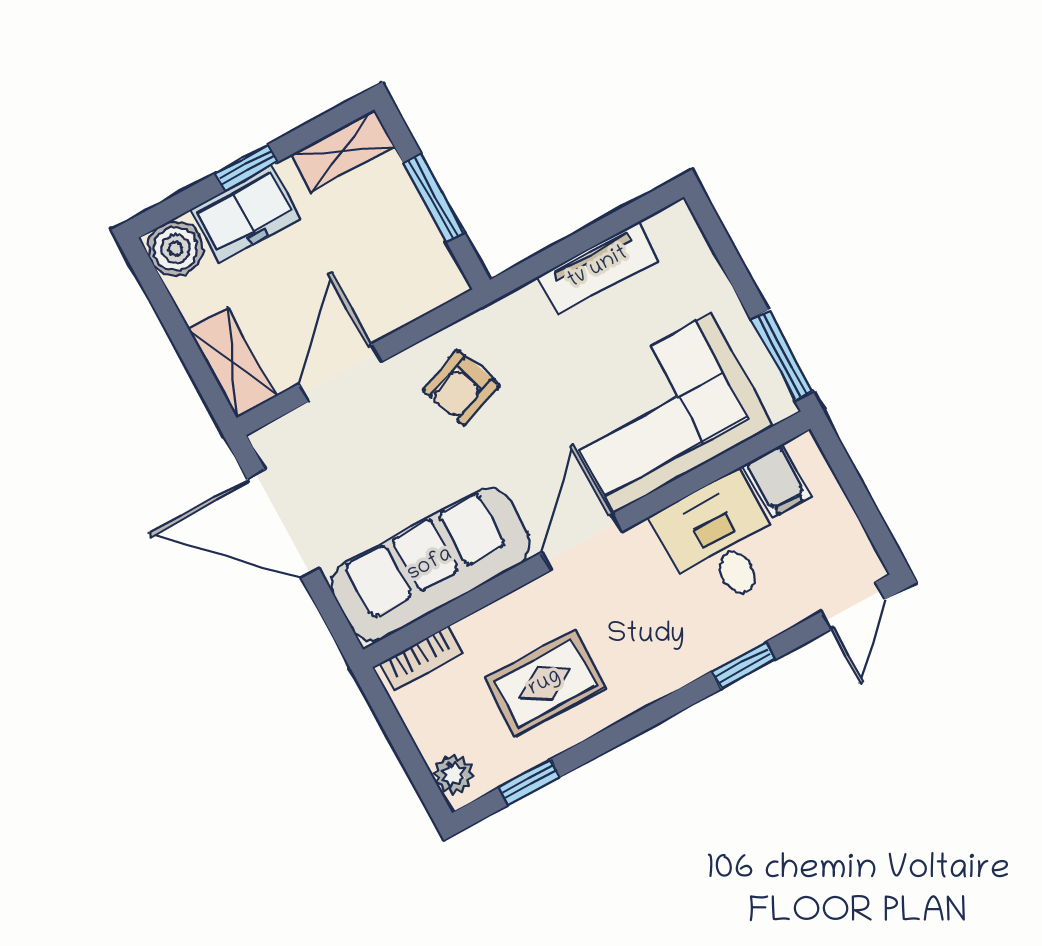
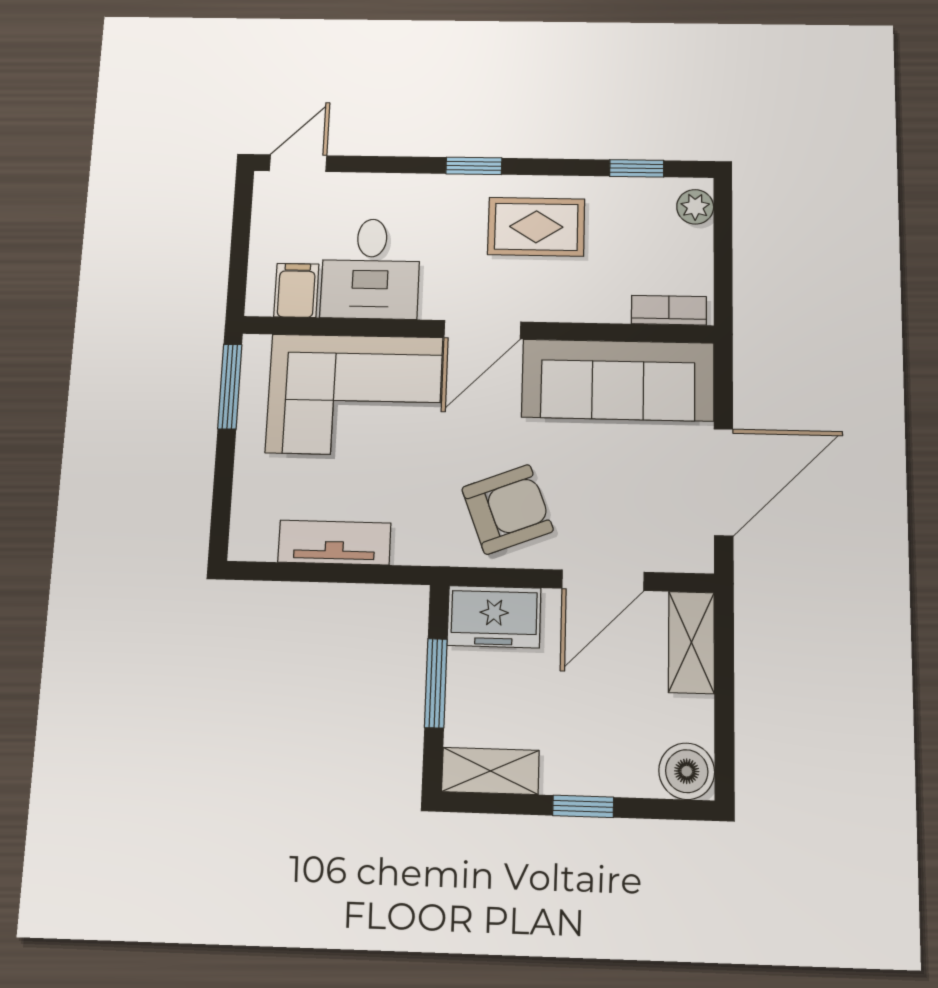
freezer: (245, 214) -> (494, 617), moved, turned 180
armchair: (461, 388) -> (507, 509), width x1.38, depth x1.38
door: (283, 524) -> (724, 482), hinge flipped
window: (743, 666) -> (474, 166), moved
rug: (545, 683) -> (536, 227), moved

